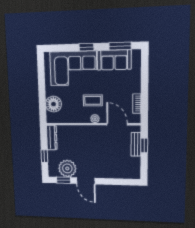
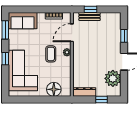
sofa: (114, 60) -> (23, 21), moved, turned 90
window: (64, 180) -> (124, 36), moved

